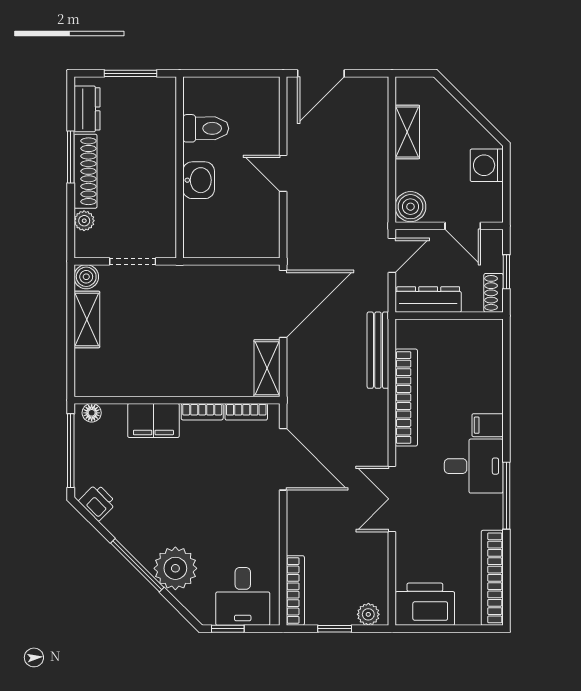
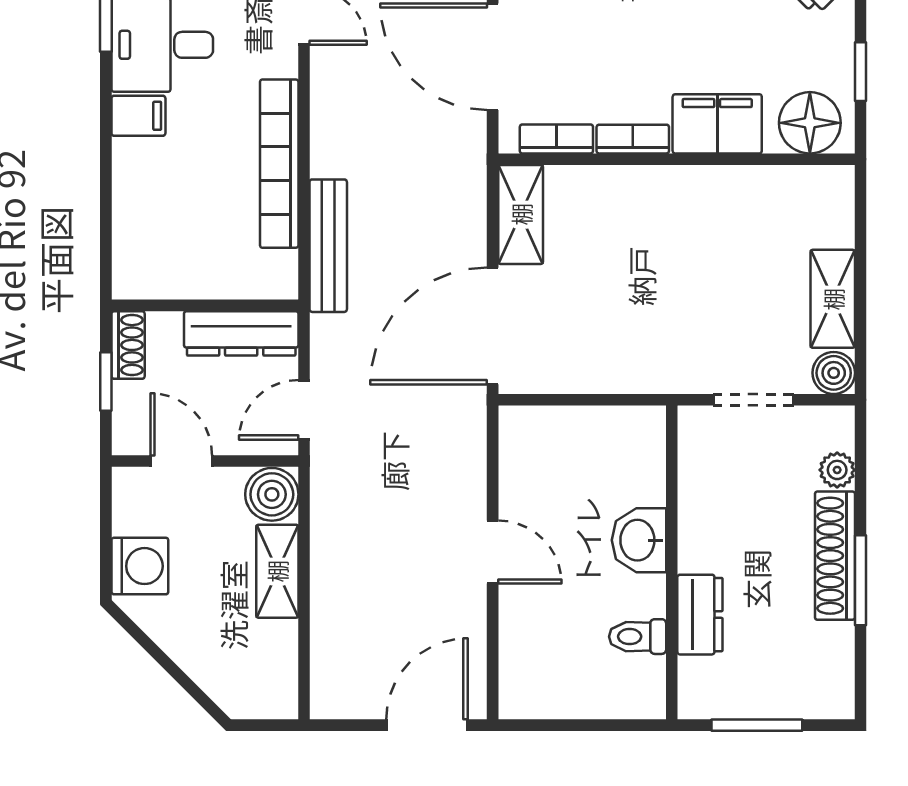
dresser: (87, 109) -> (700, 615), moved, turned 180
toilet: (206, 128) -> (638, 637), width x0.73, depth x0.72
shelving: (407, 132) -> (277, 571), moved
floor lamp: (92, 413) -> (810, 123), width x1.89, depth x1.89
window: (71, 451) -> (860, 72), width x0.46

